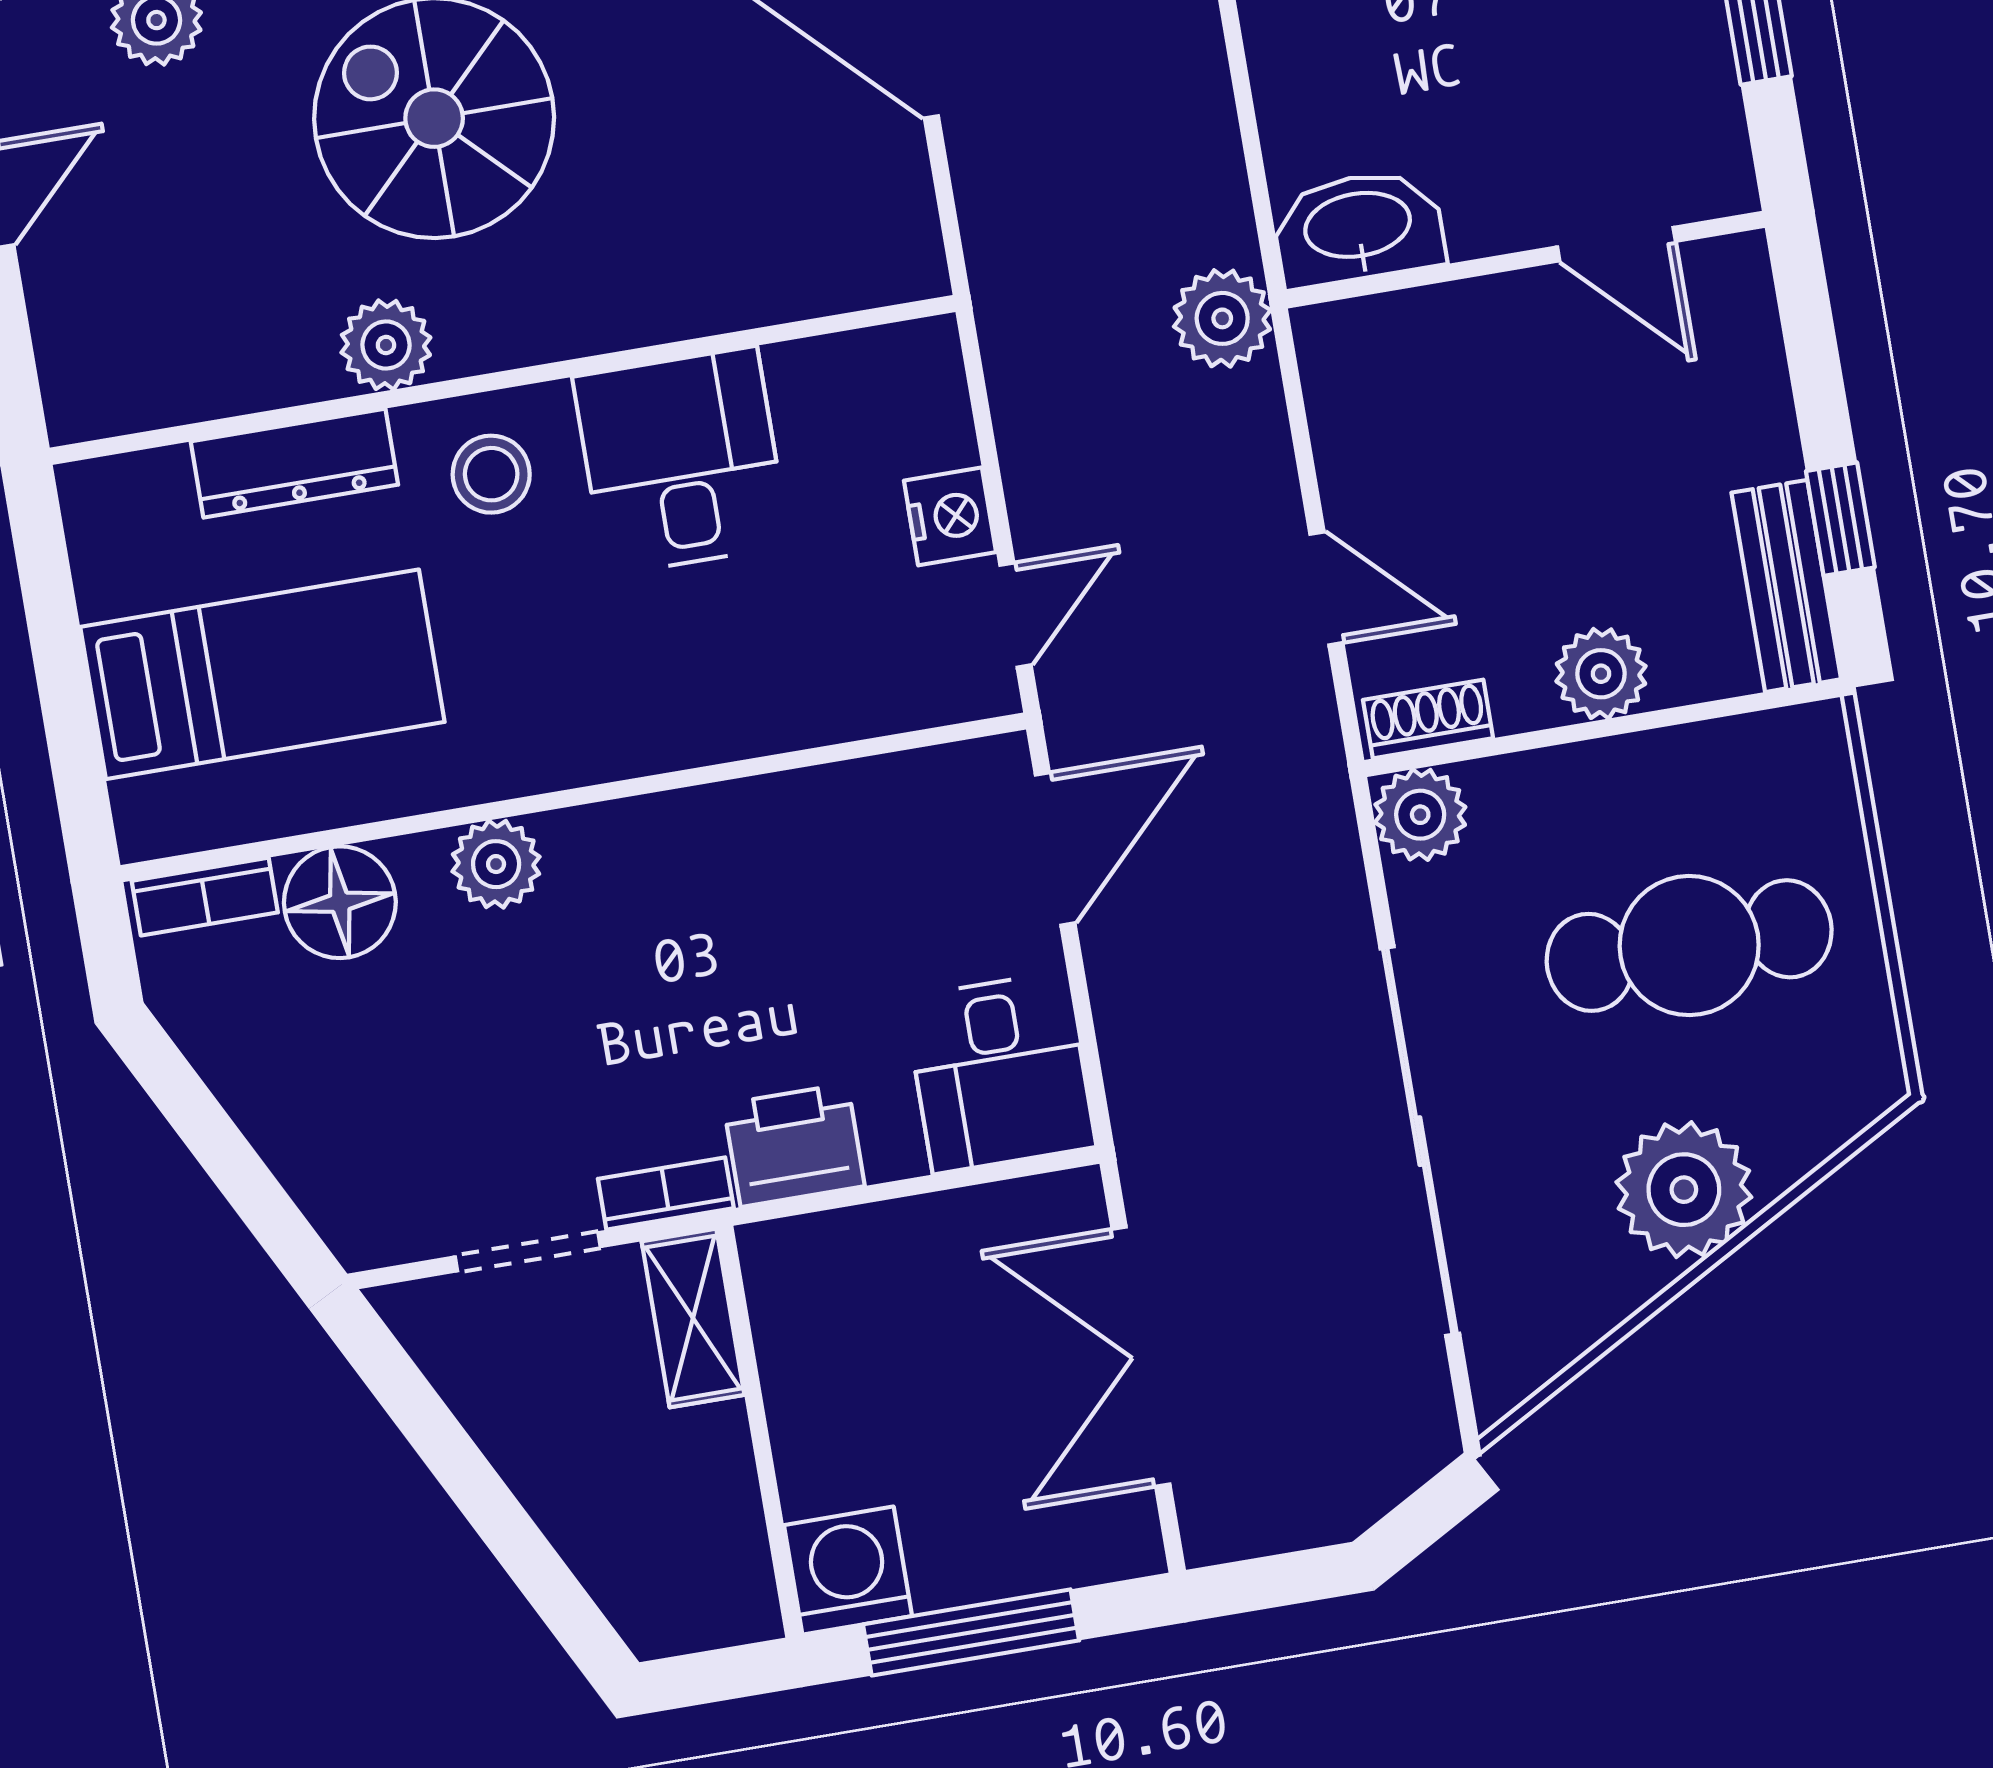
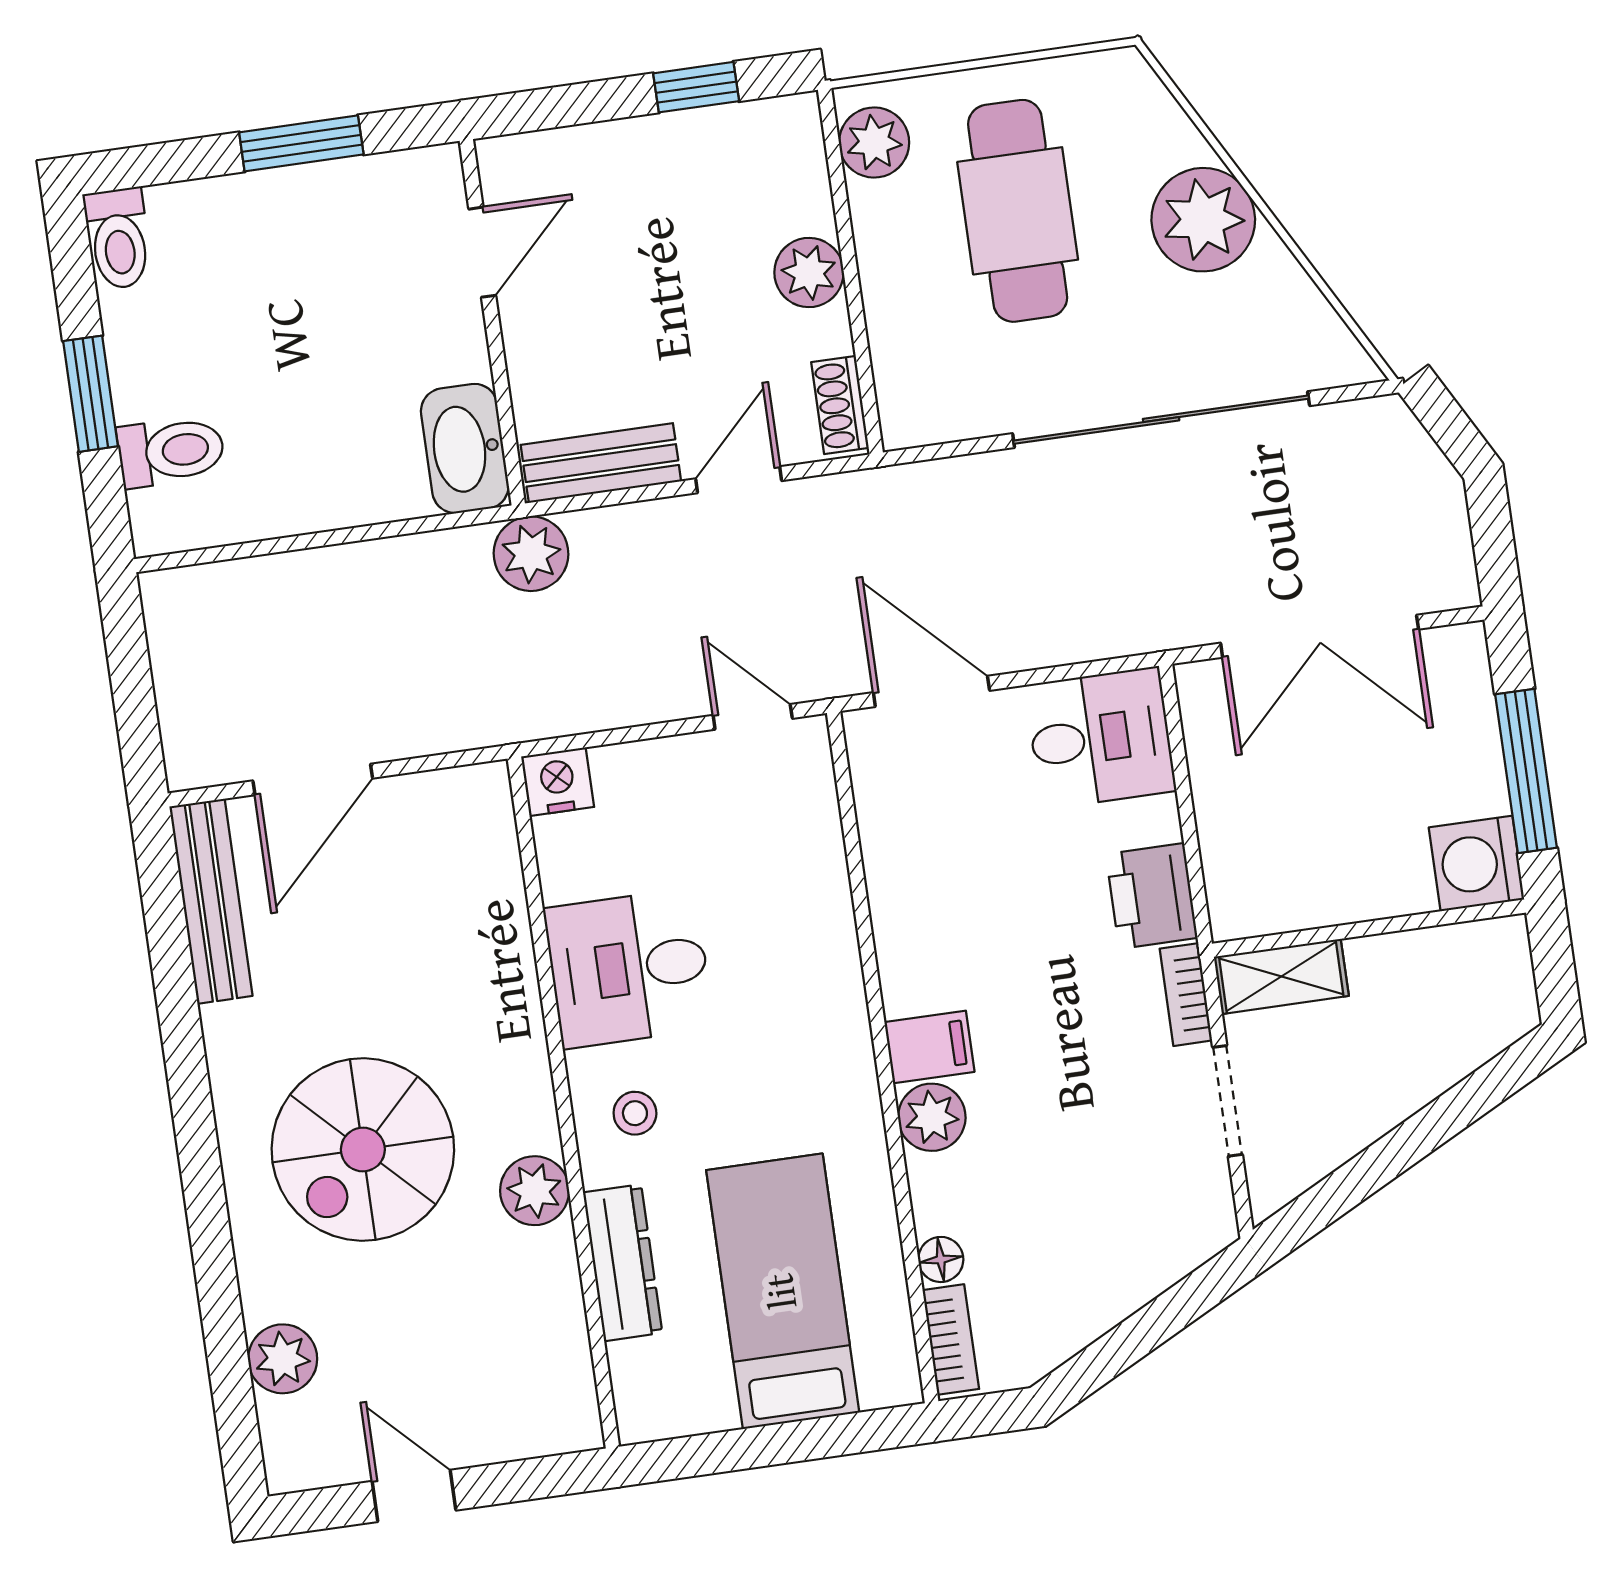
stool: (491, 474) -> (635, 1113), width x0.73, depth x0.73
nightstand: (950, 516) -> (558, 782), moved
bench: (1786, 586) -> (601, 463), moved
plant: (1420, 815) -> (874, 143), moved
filing cabinet: (588, 858) -> (929, 1047), added
floor lamp: (340, 902) -> (941, 1259), width x0.53, depth x0.53

